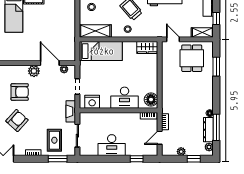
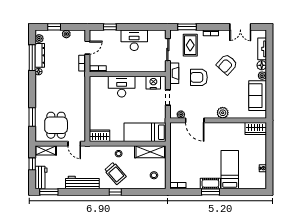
plant: (34, 71) -> (223, 113), moved
armchair: (20, 92) -> (199, 77), moved
floor lamp: (151, 100) -> (96, 85), removed

